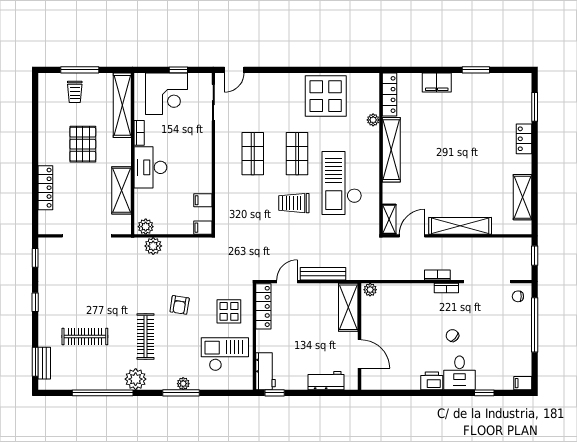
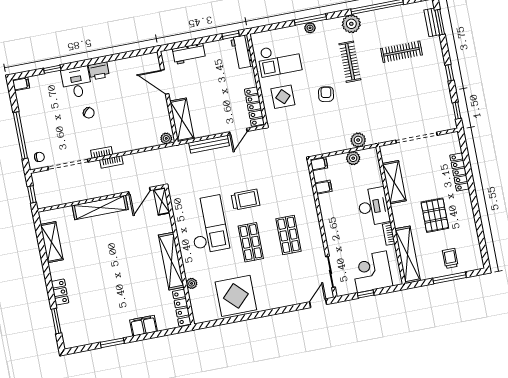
plant: (146, 227) -> (353, 158), moved

